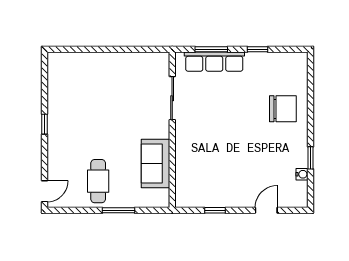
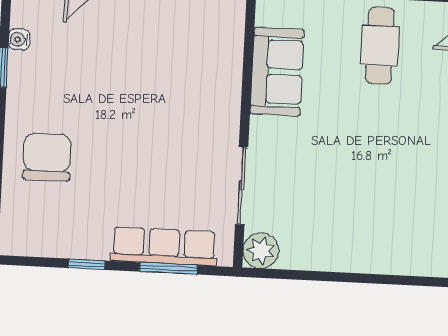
plant: (159, 62) -> (261, 251), added
chair: (283, 109) -> (47, 157), turned 90

